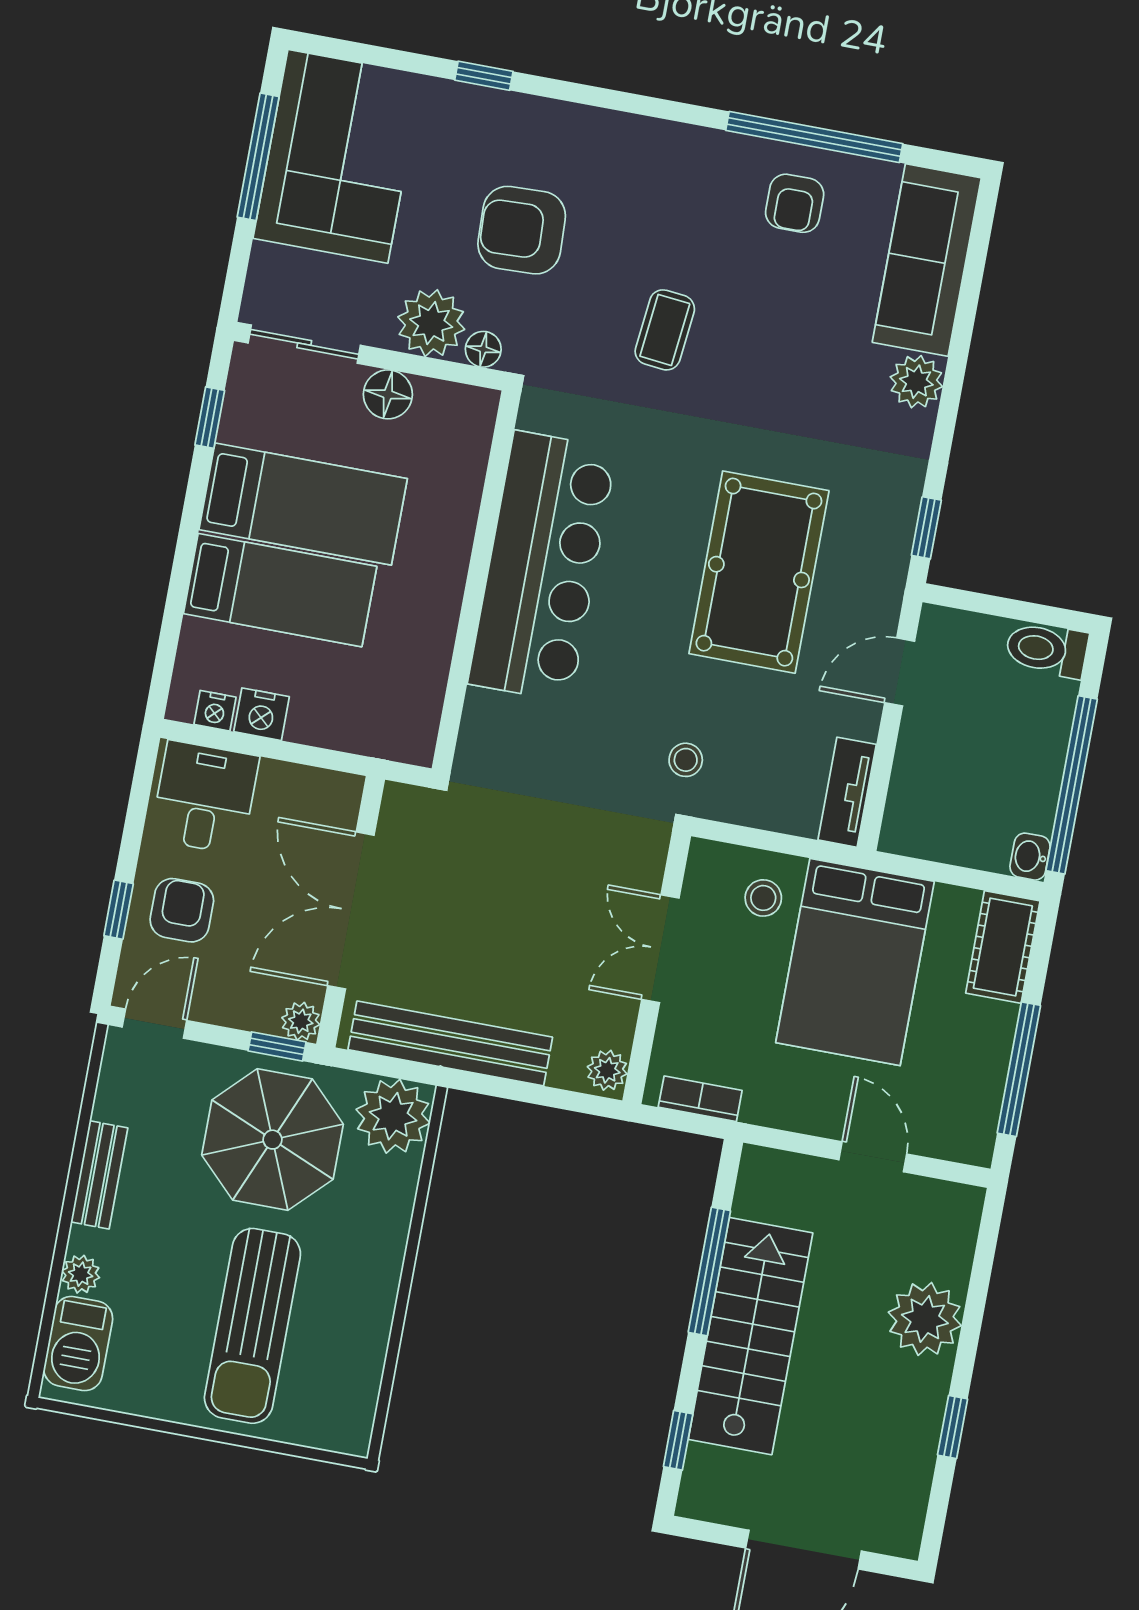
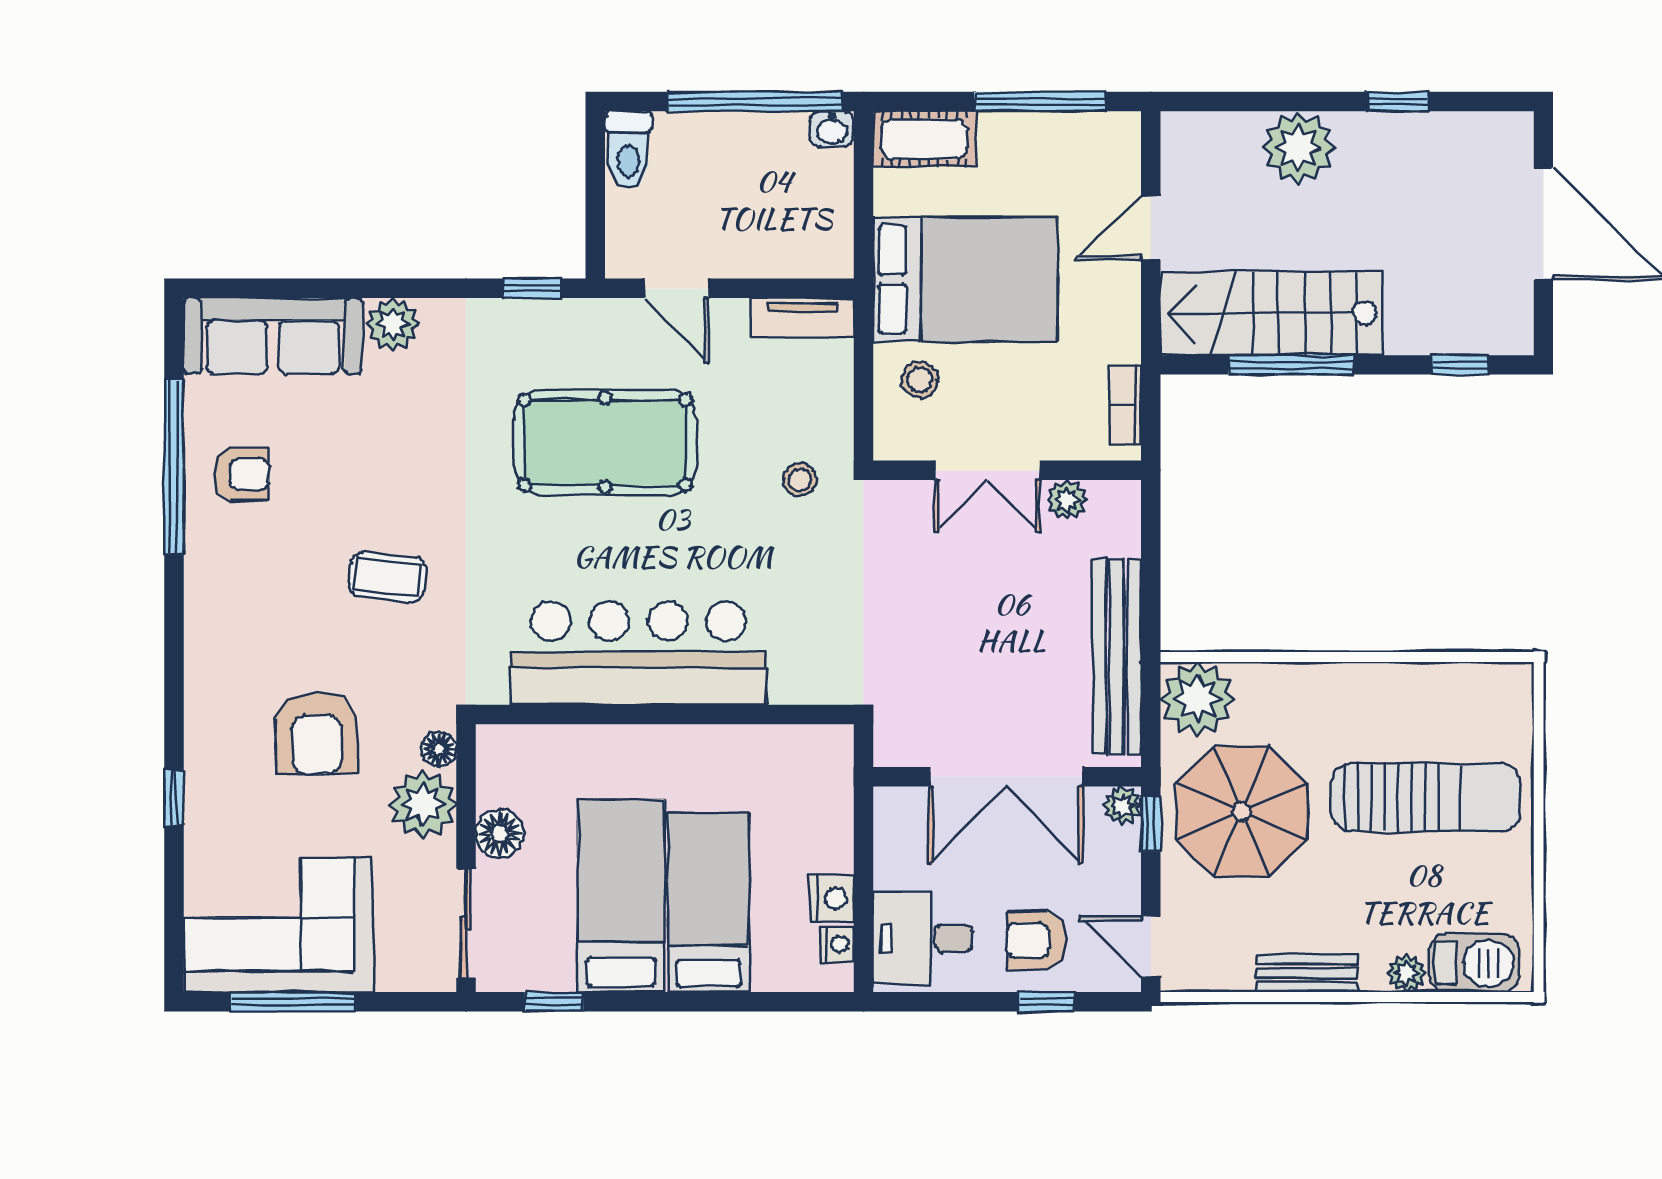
plant: (607, 1070) -> (1067, 500), moved
stairs: (751, 1336) -> (1271, 313), moved

